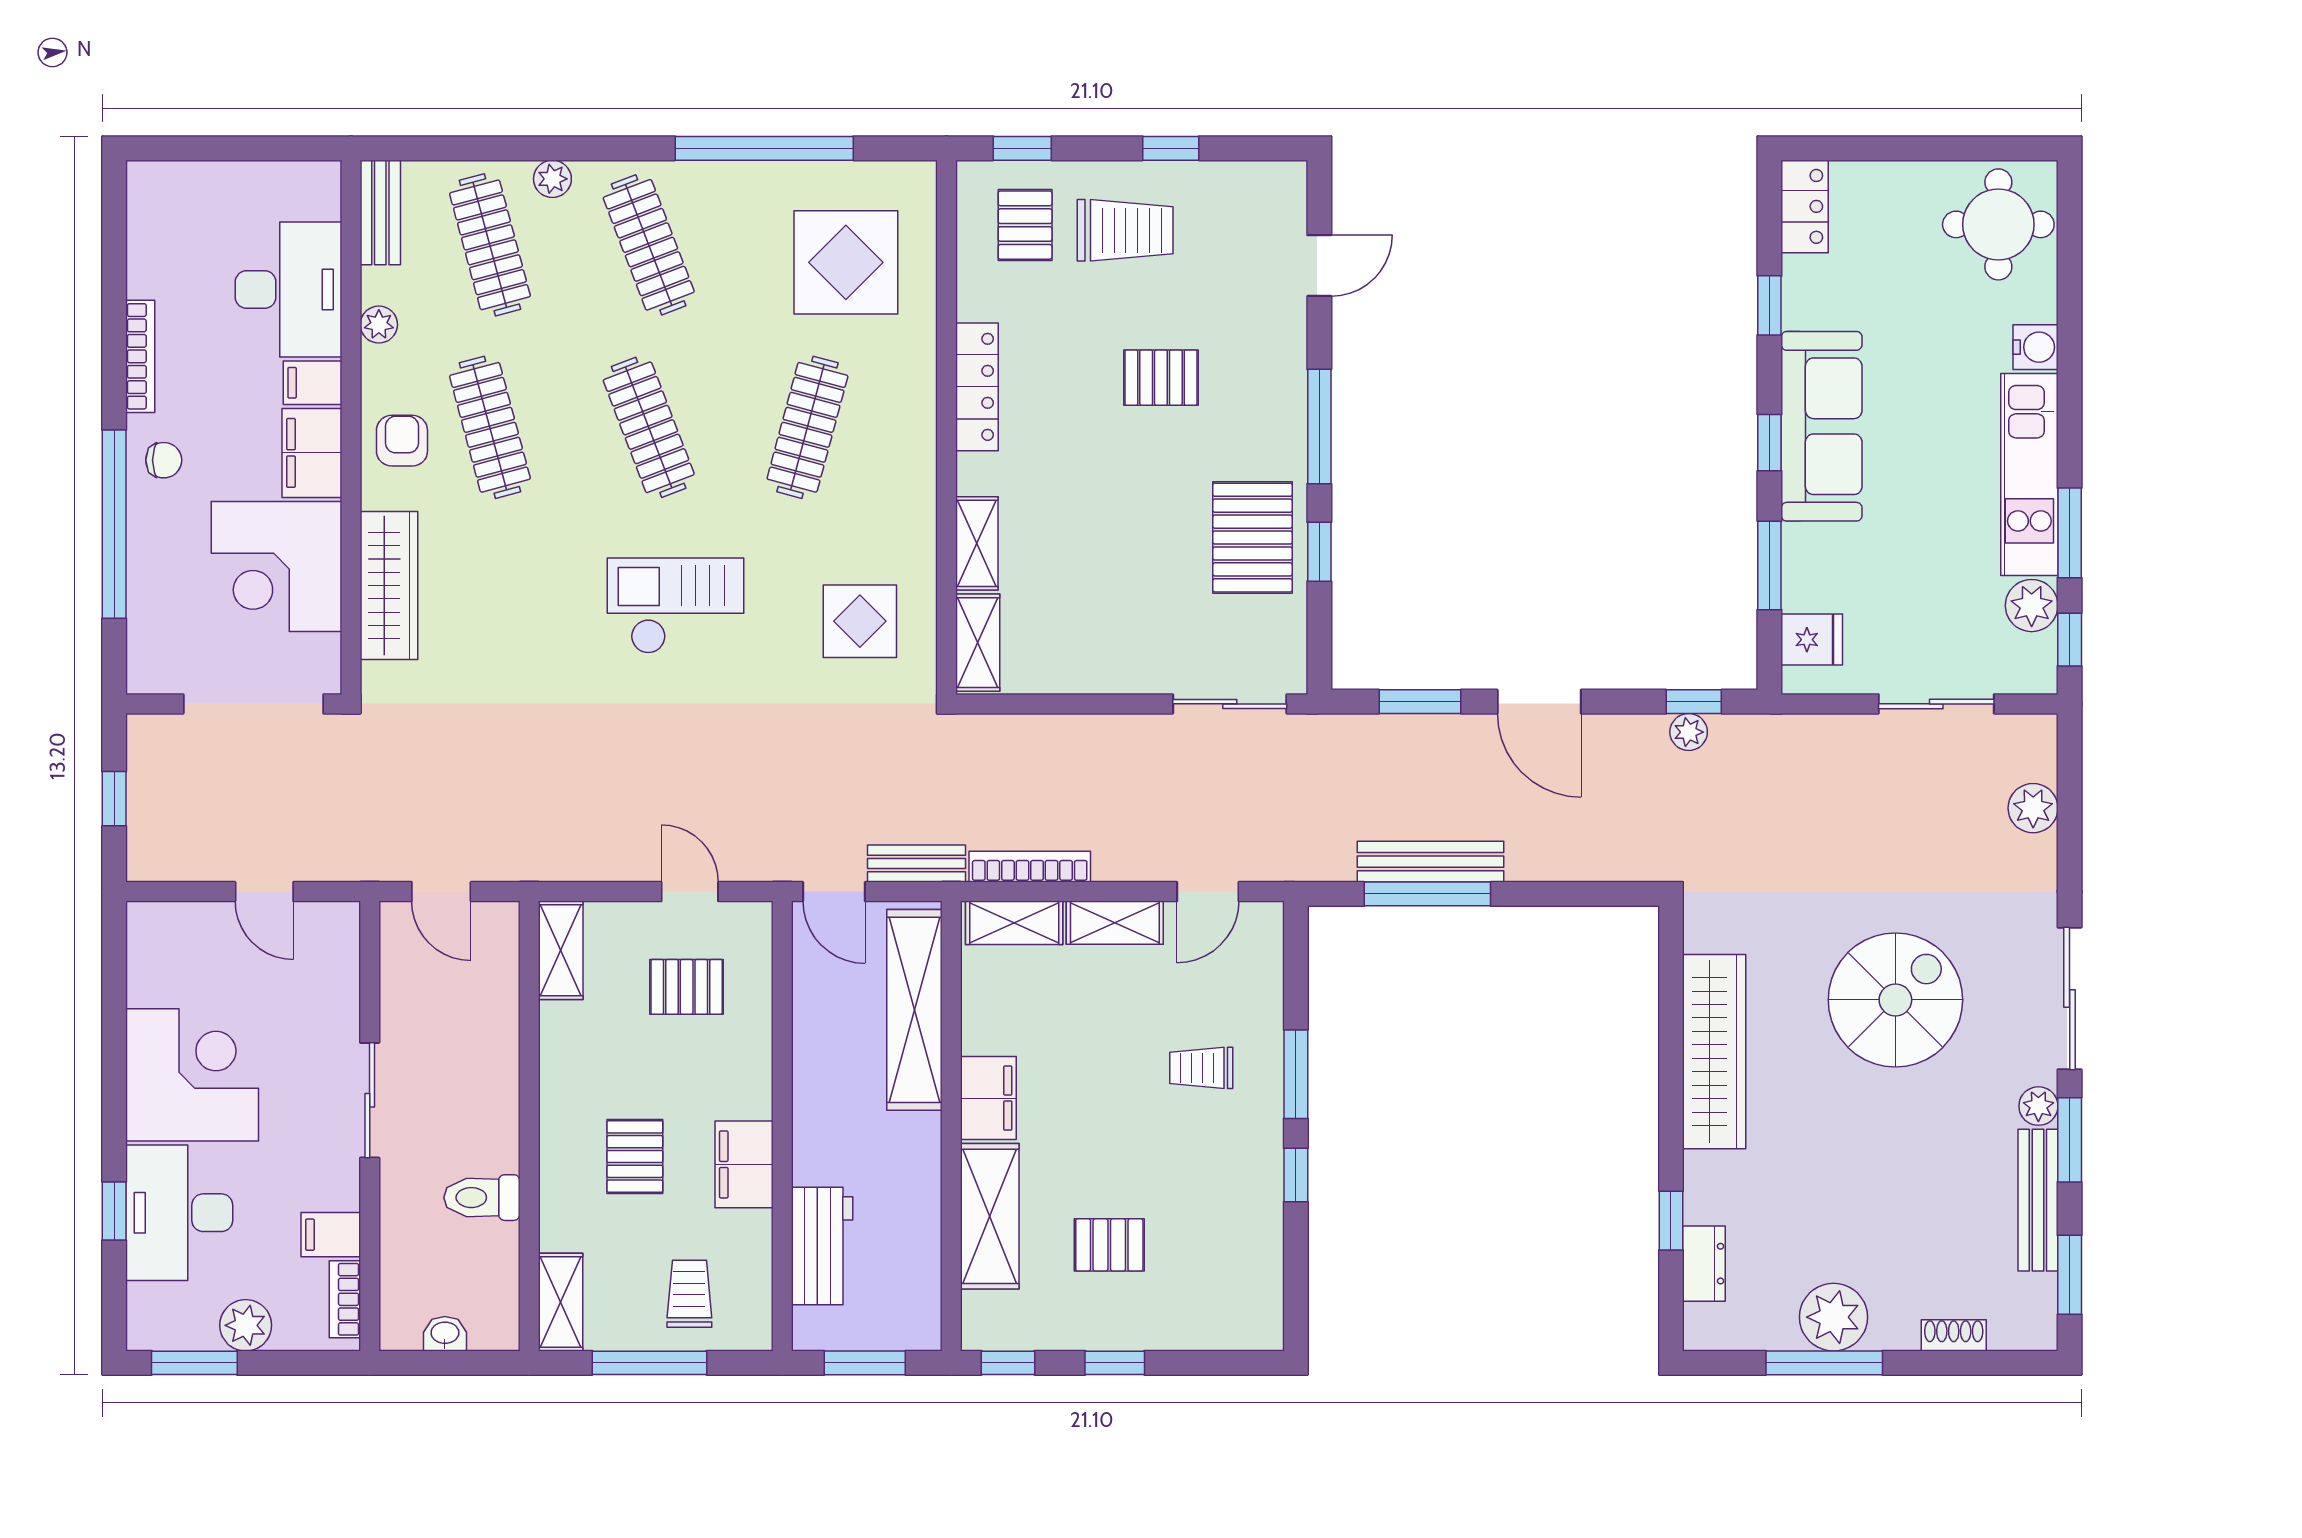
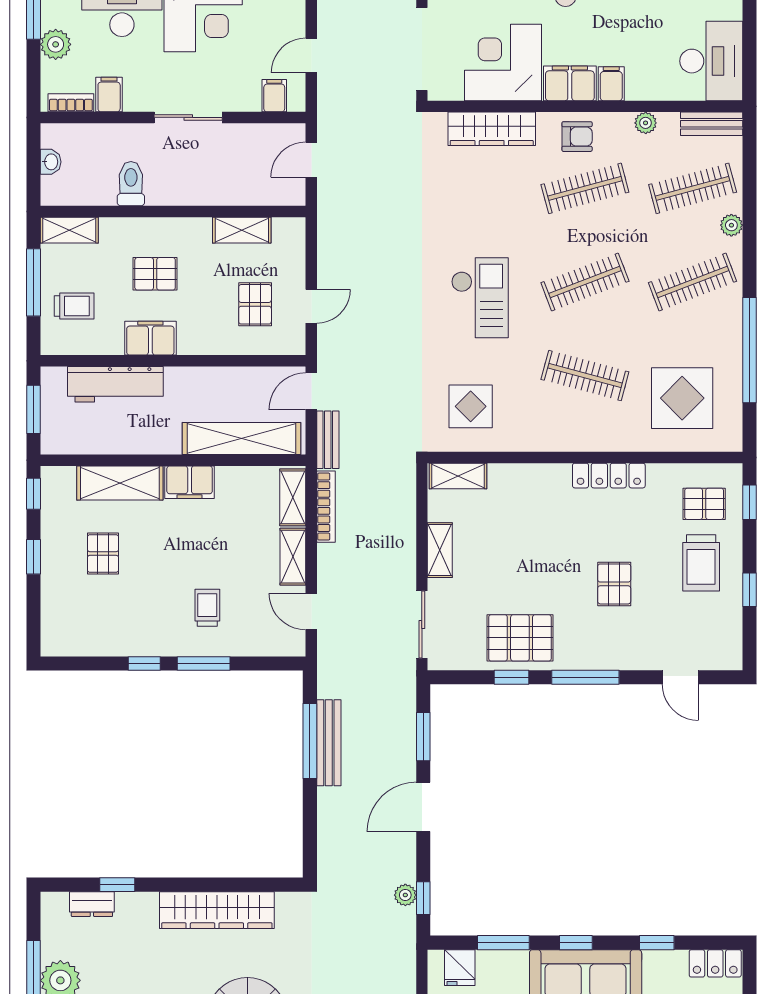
desk: (288, 290) -> (711, 61), moved, turned -90
shelving: (977, 543) -> (440, 550), moved, turned 90
shelving: (561, 950) -> (242, 230), moved
filing cabinet: (333, 954) -> (274, 96), added
workbench: (822, 1246) -> (115, 384), width x1.38

